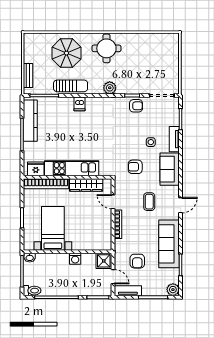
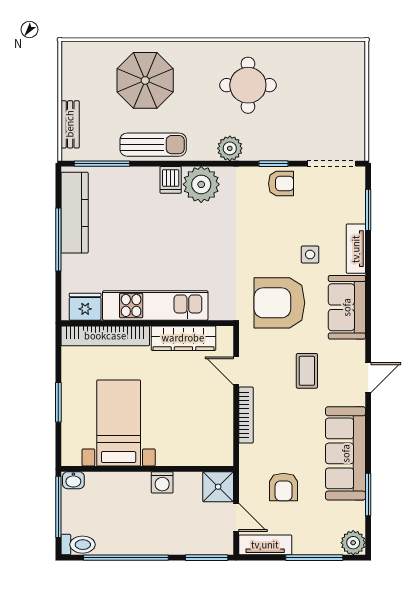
round table: (106, 48) -> (248, 85), moved
plant: (95, 106) -> (201, 184), added
armchair: (135, 167) -> (279, 303), width x1.88, depth x1.88

